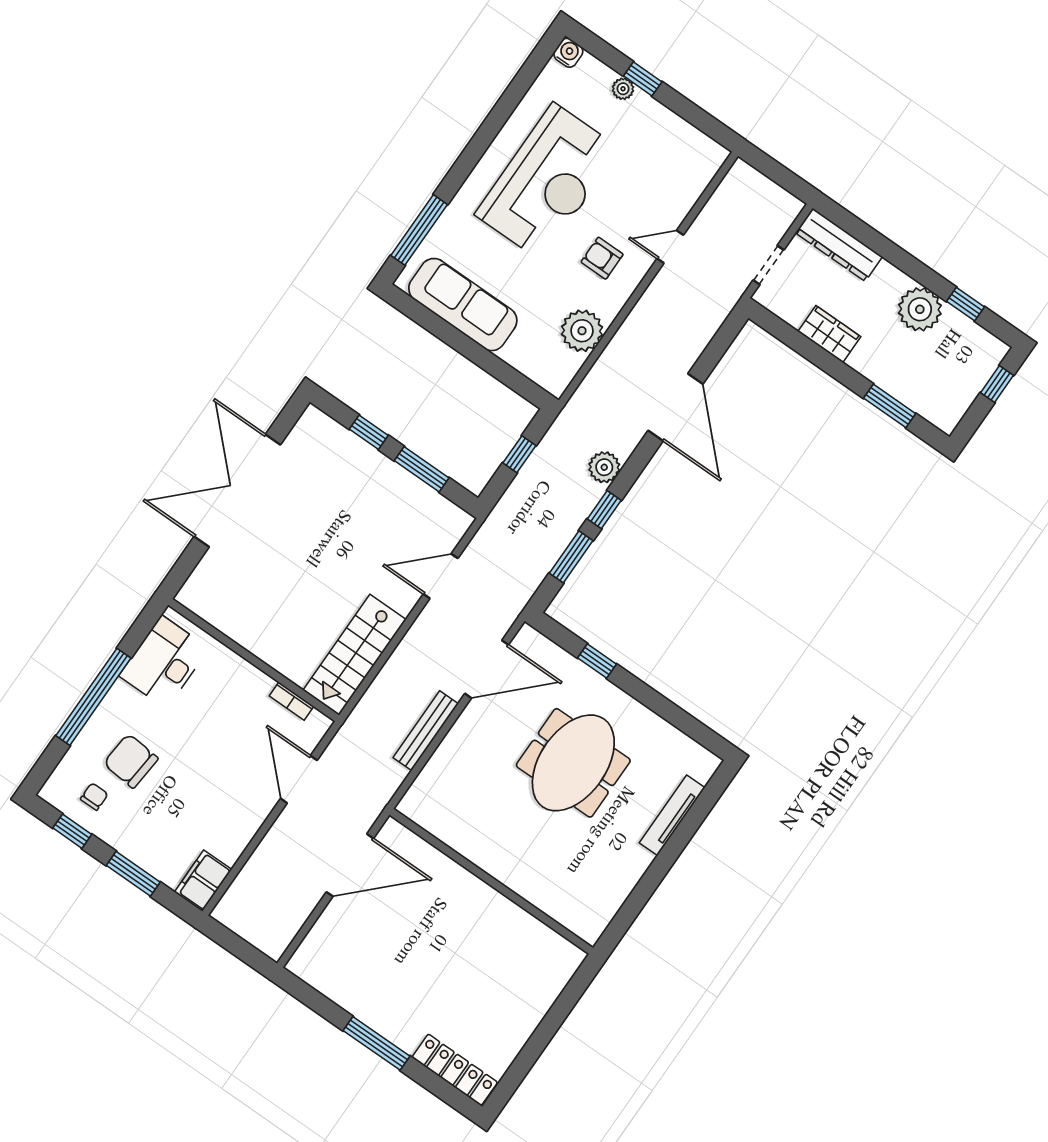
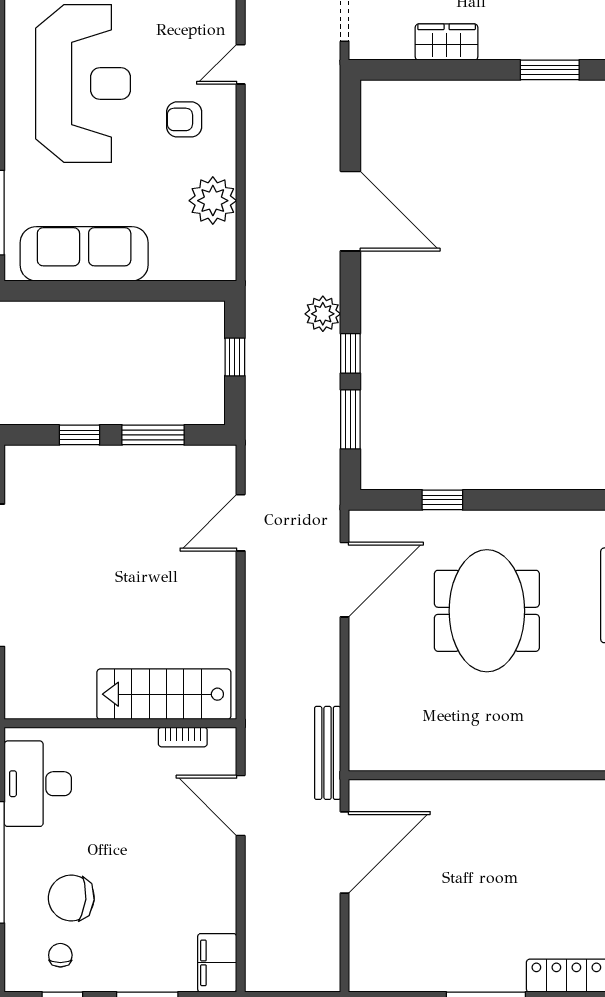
stairs: (355, 655) -> (164, 694), moved, turned 90
bench: (426, 731) -> (328, 753), moved

